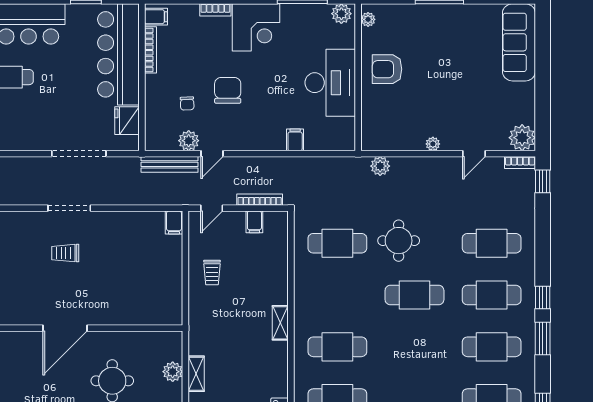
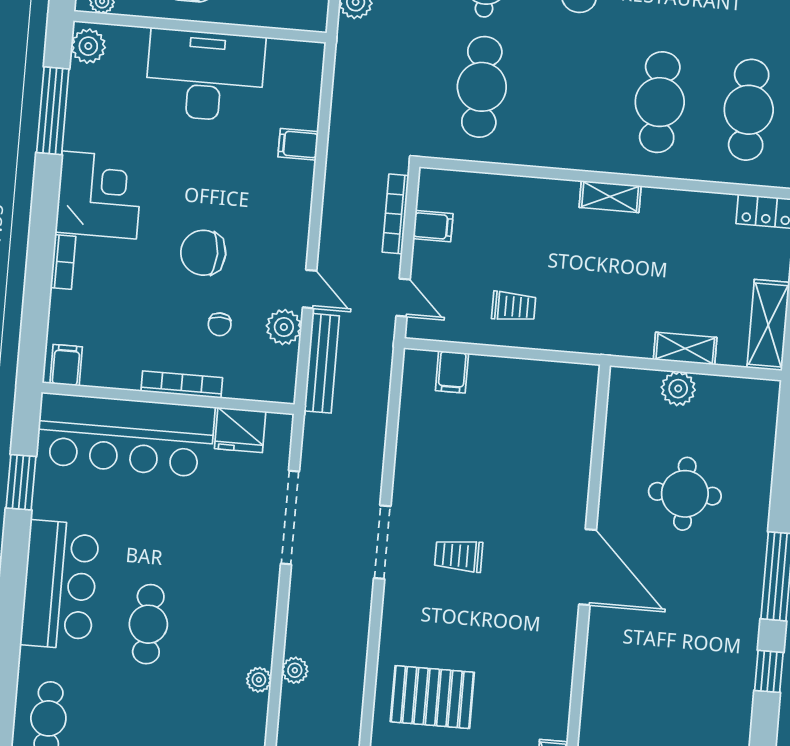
bookcase: (150, 50) -> (182, 384), moved
chair: (187, 103) -> (220, 324), turned 93
filing cabinet: (174, 223) -> (452, 372), moved, turned 90
trolley: (65, 253) -> (459, 556), turned 90

